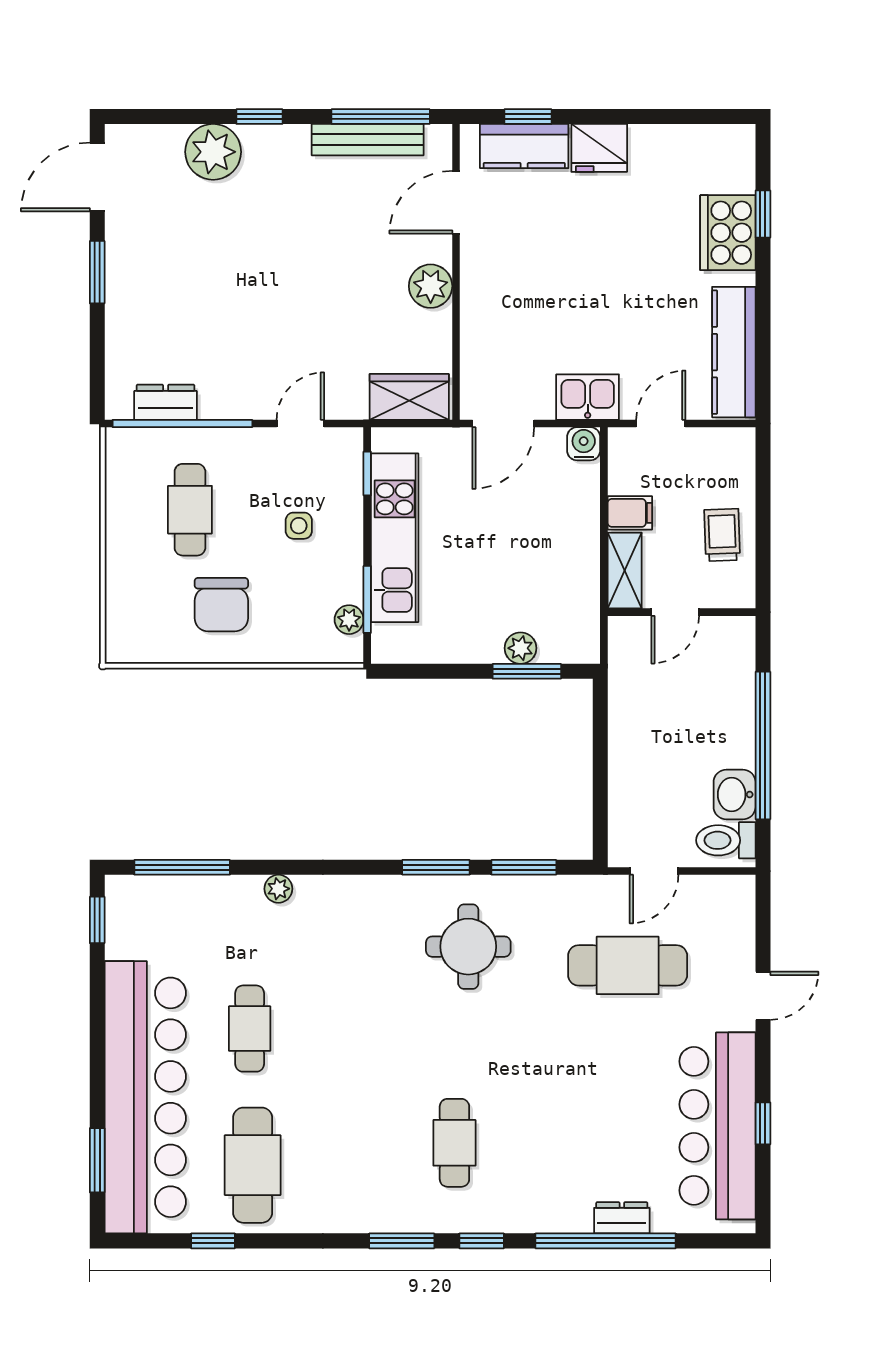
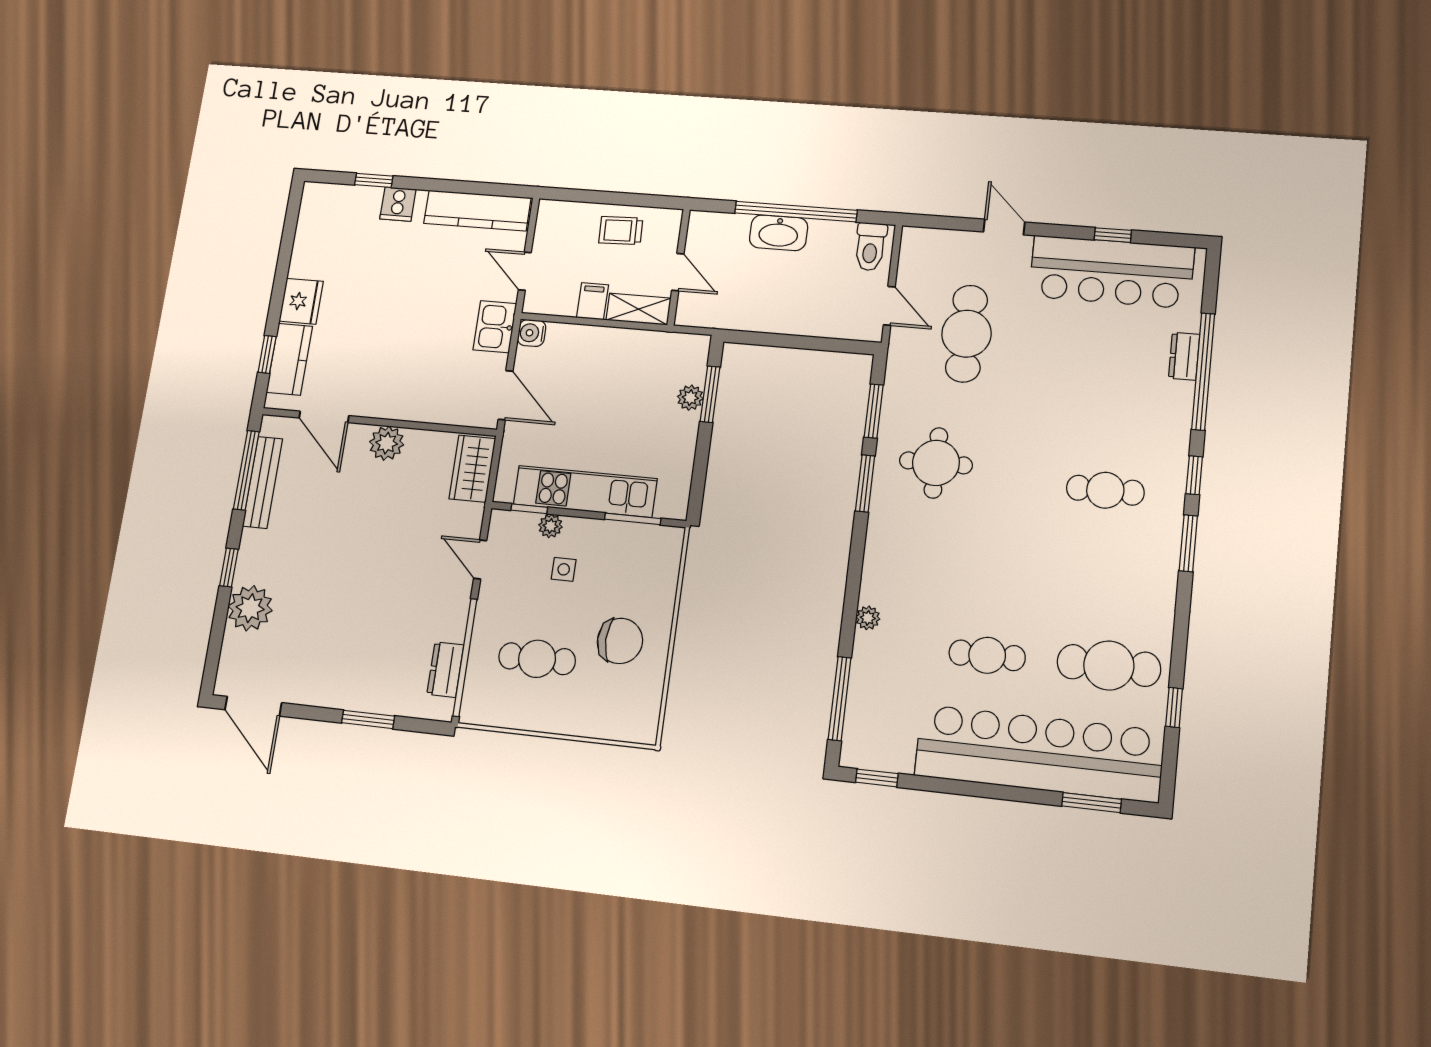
cooker: (728, 233) -> (398, 204), width x0.53, depth x0.76
window: (97, 272) -> (368, 719), moved
plant: (349, 620) -> (550, 526), moved
washbasin: (735, 794) -> (779, 233), moved, width x1.38

